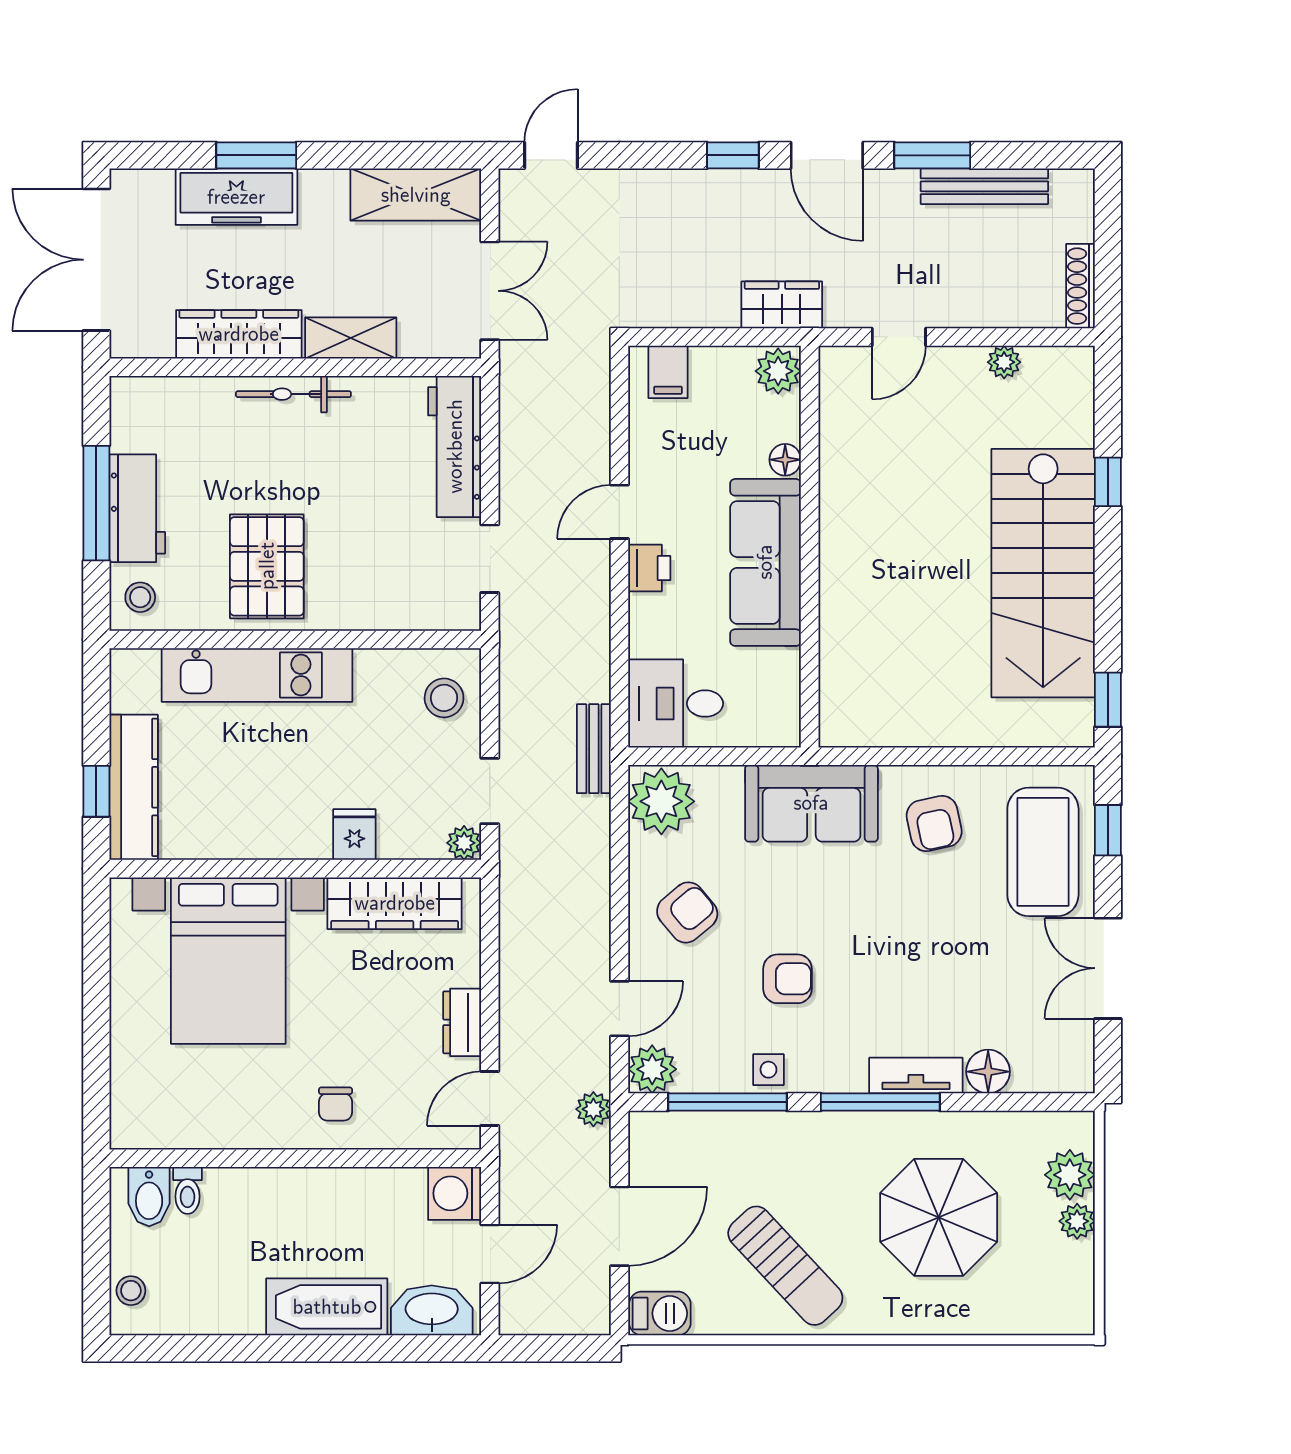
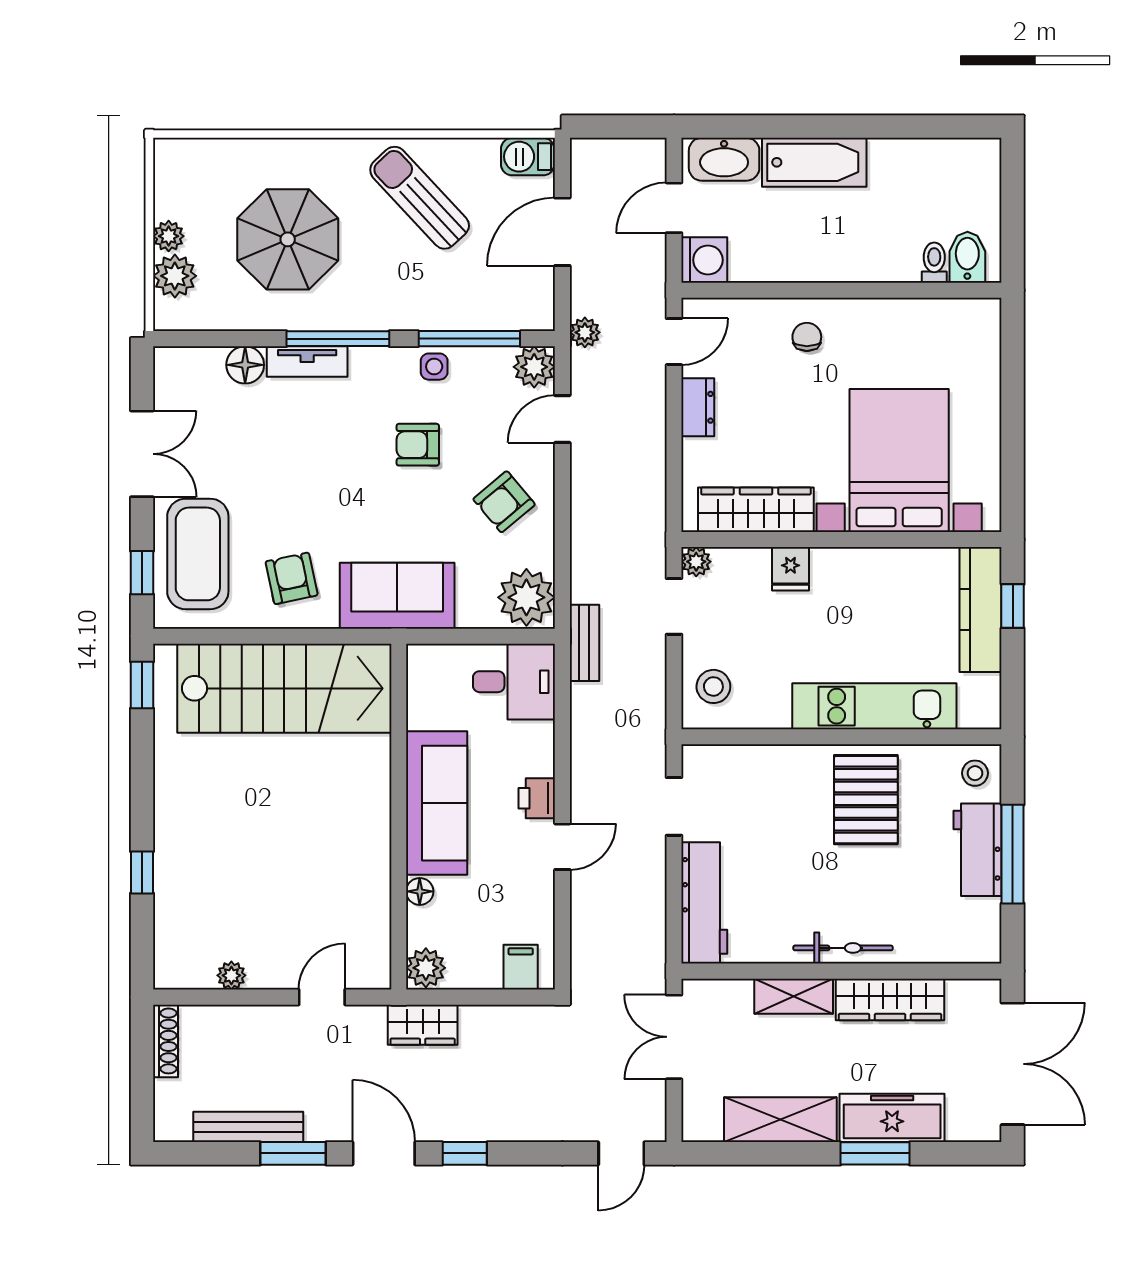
shelving: (416, 195) -> (780, 1120), moved
stairs: (1043, 573) -> (284, 688), moved, turned 90
stool: (131, 1291) -> (983, 176), removed

